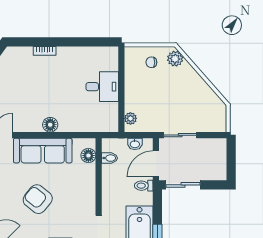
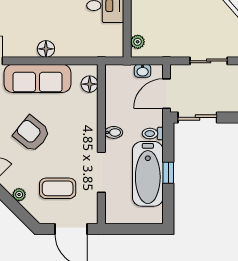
sliding door: (180, 135) -> (209, 61), moved
bidet: (110, 158) -> (114, 132), moved
toilet: (144, 186) -> (153, 134), moved

